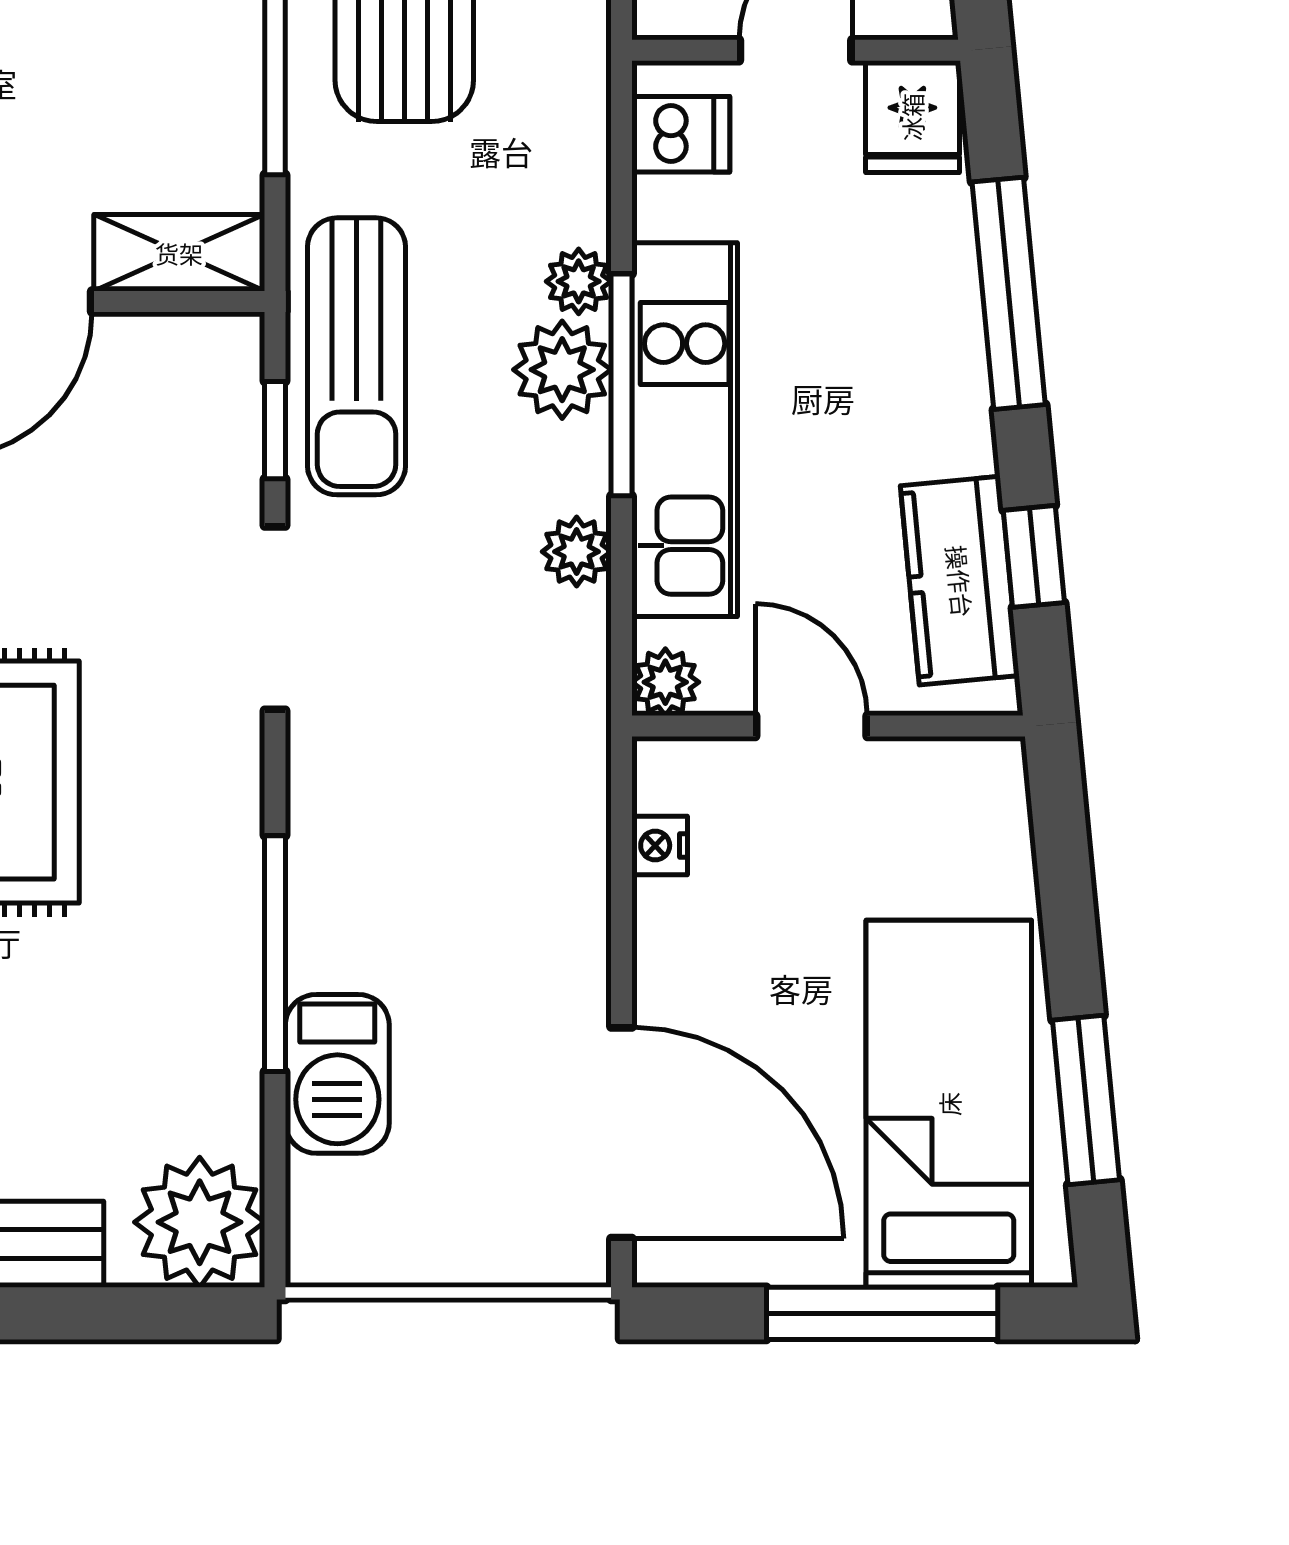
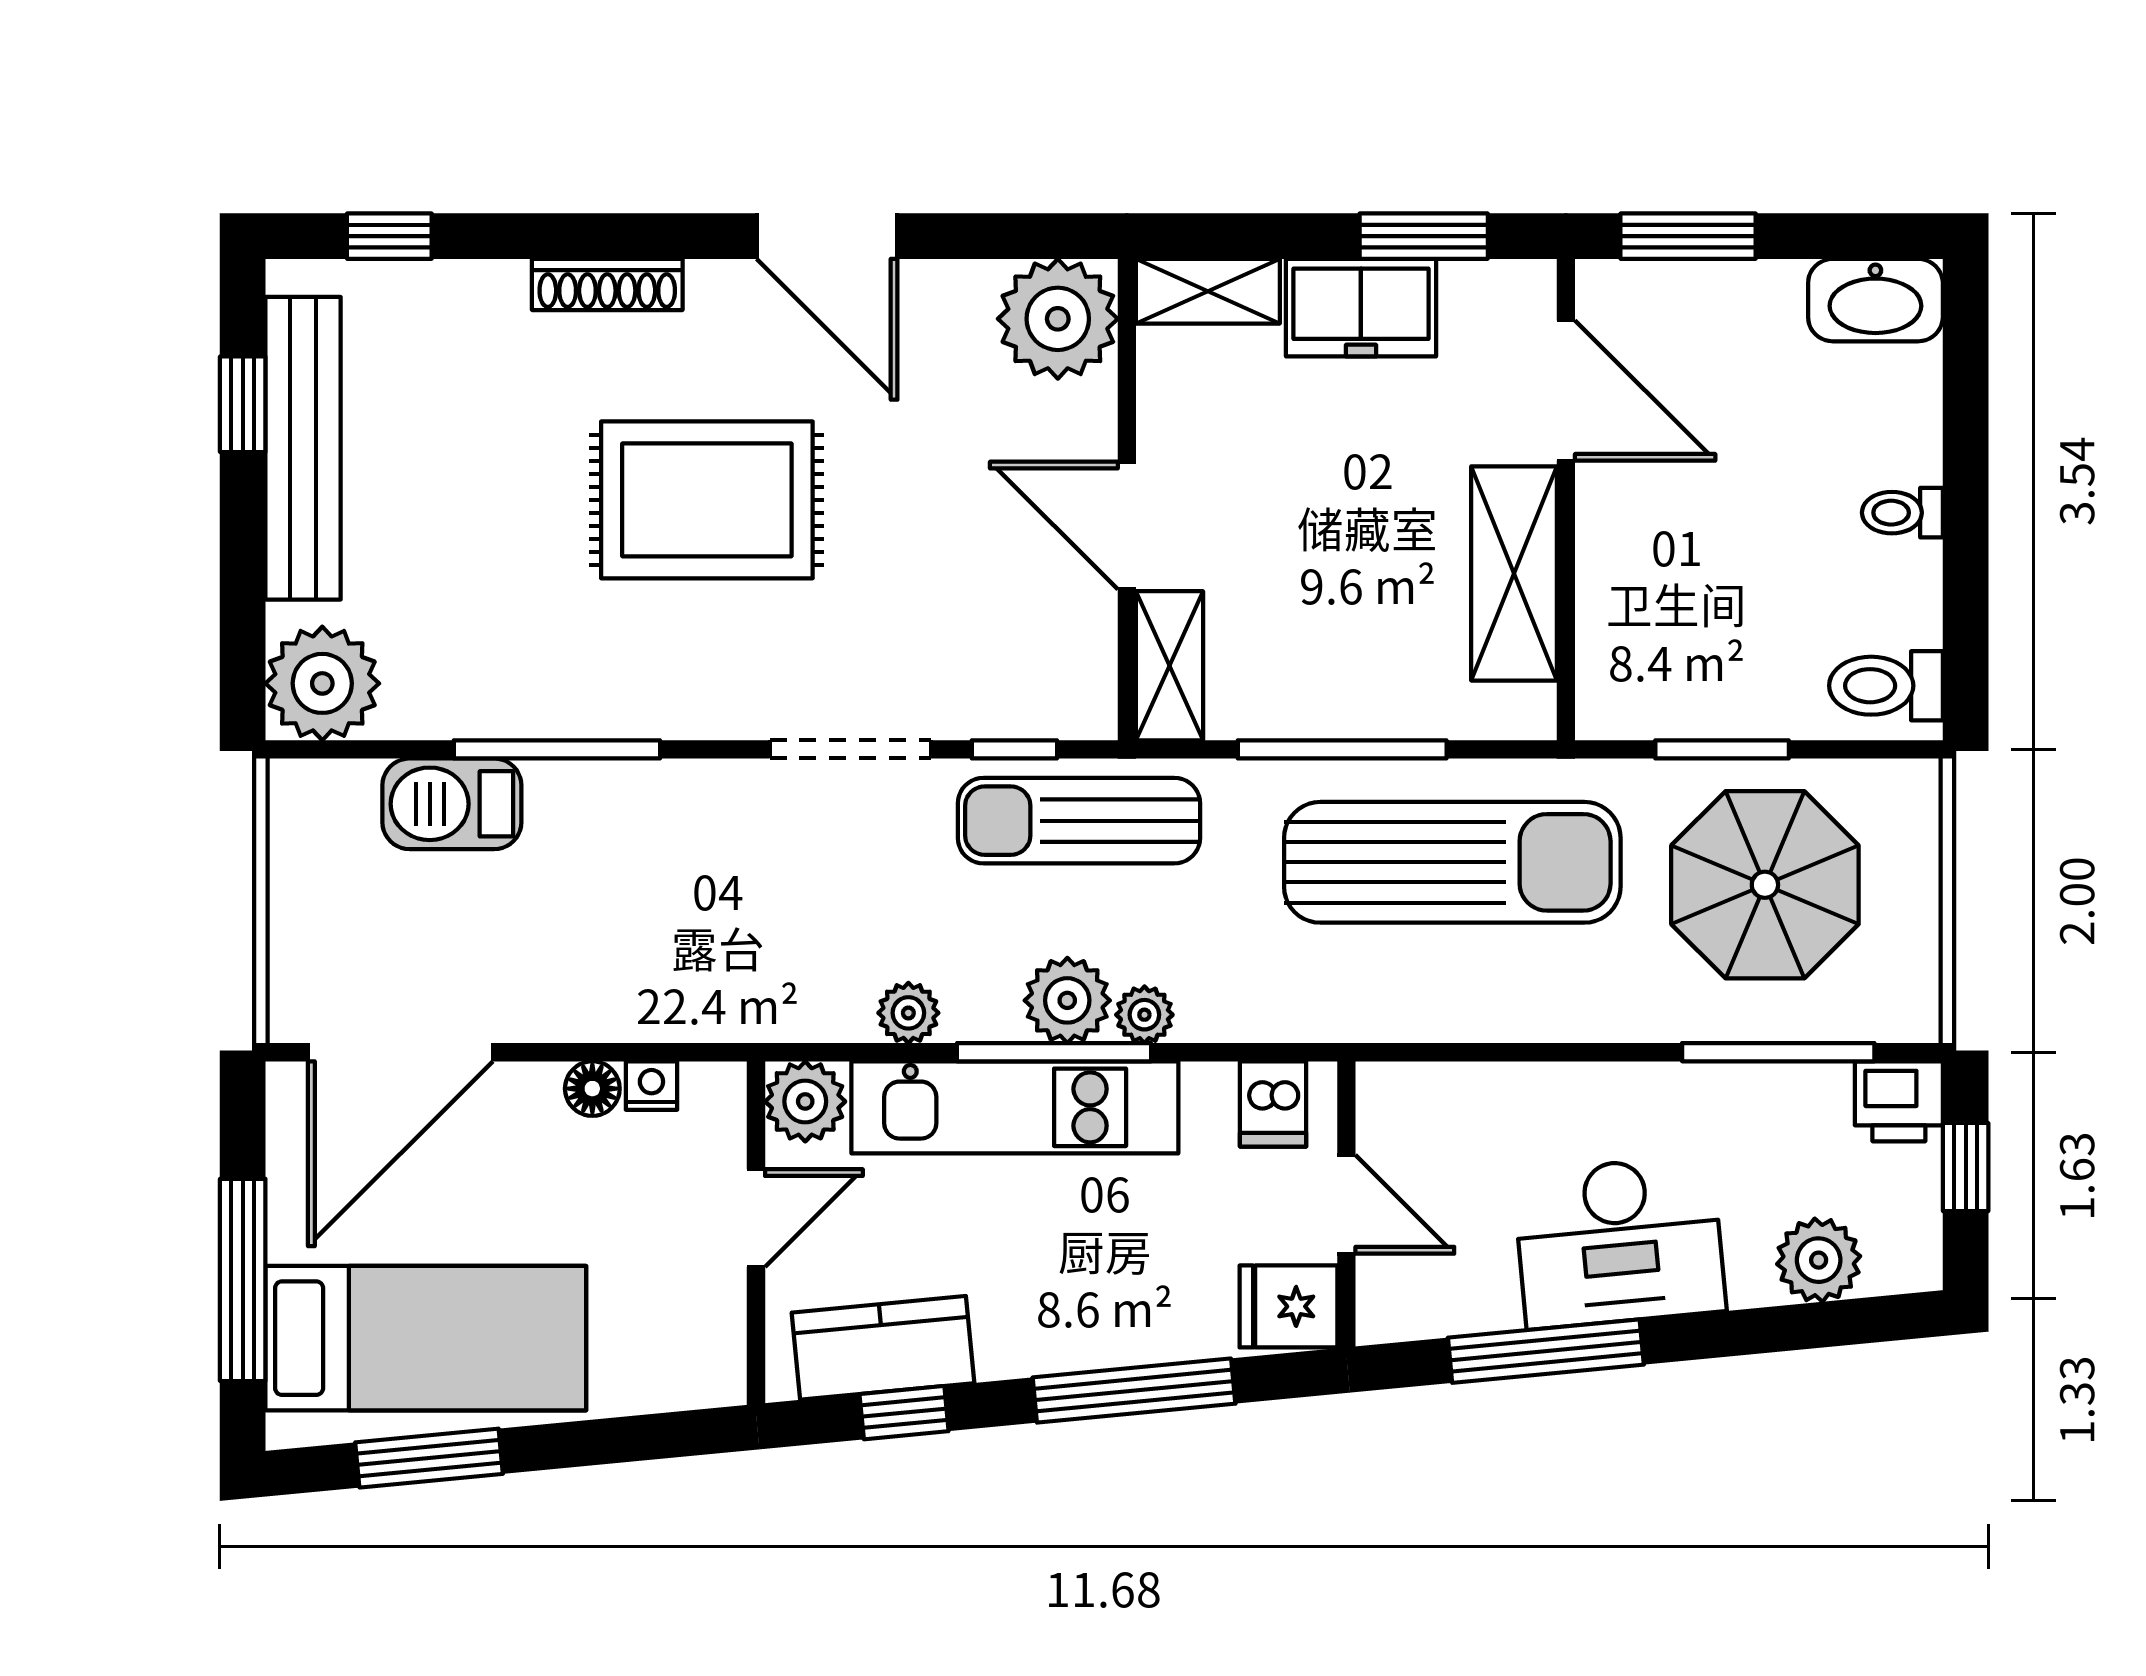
plant: (665, 682) -> (805, 1101), width x1.38, depth x1.38
floor lamp: (663, 913) -> (592, 1089), added

